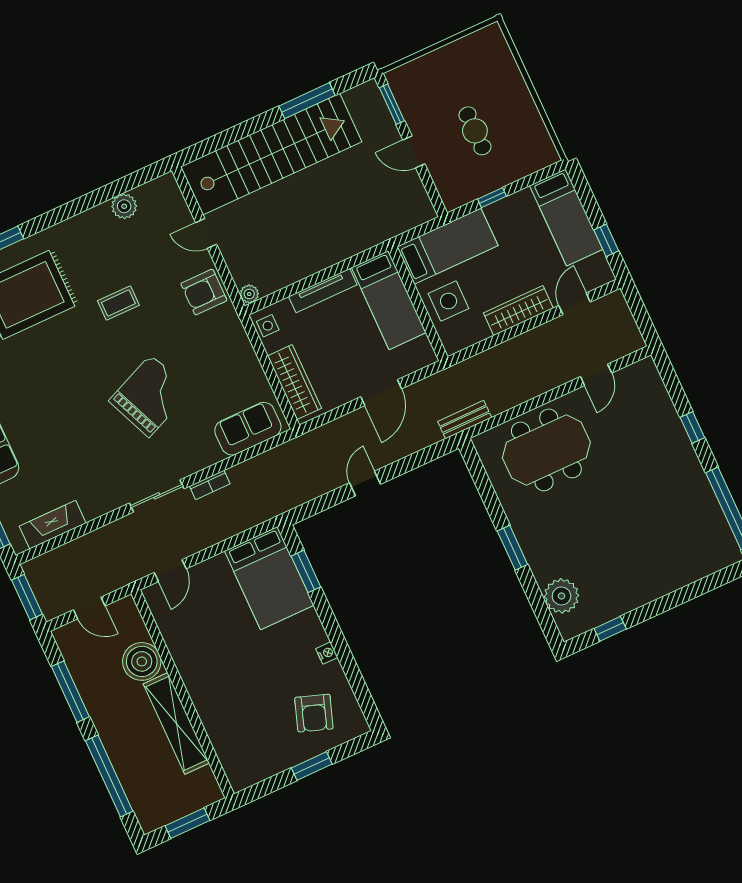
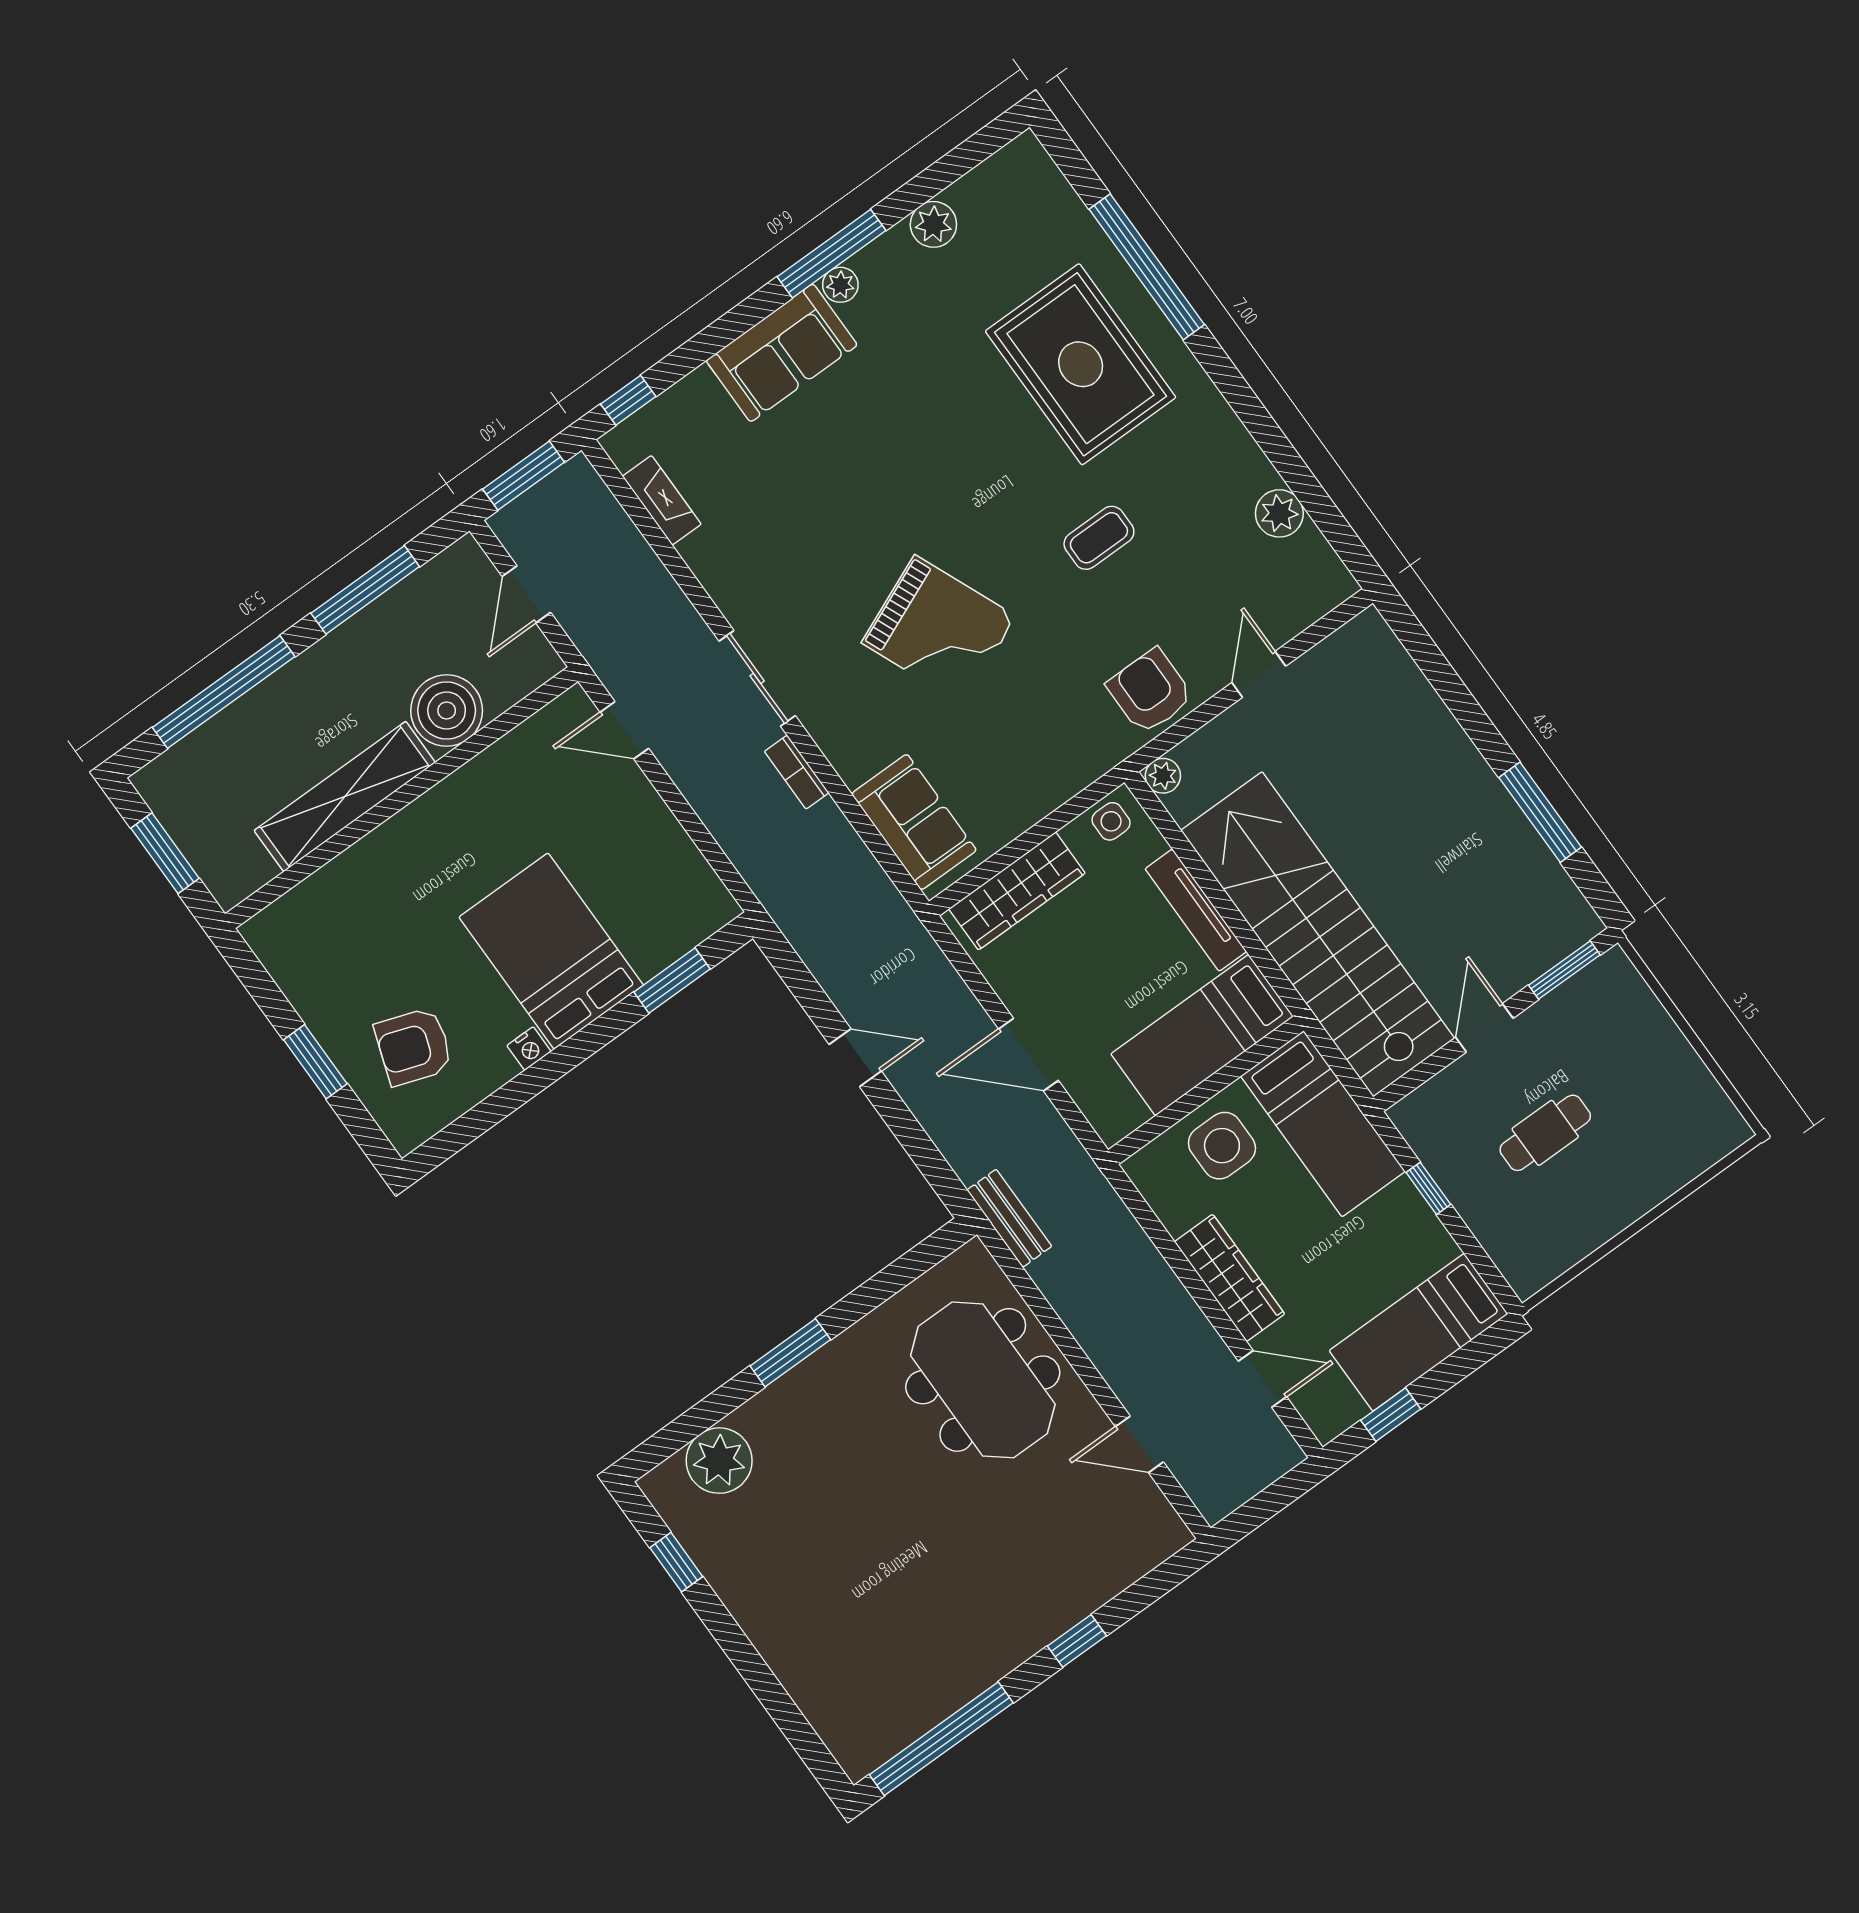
stairs: (271, 154) -> (1318, 934), moved, turned 180
coffee table: (118, 303) -> (1099, 538), turned 90
fireplace: (53, 525) -> (662, 500), width x0.73, depth x0.76
bed: (269, 578) -> (551, 951), moved, turned 90

